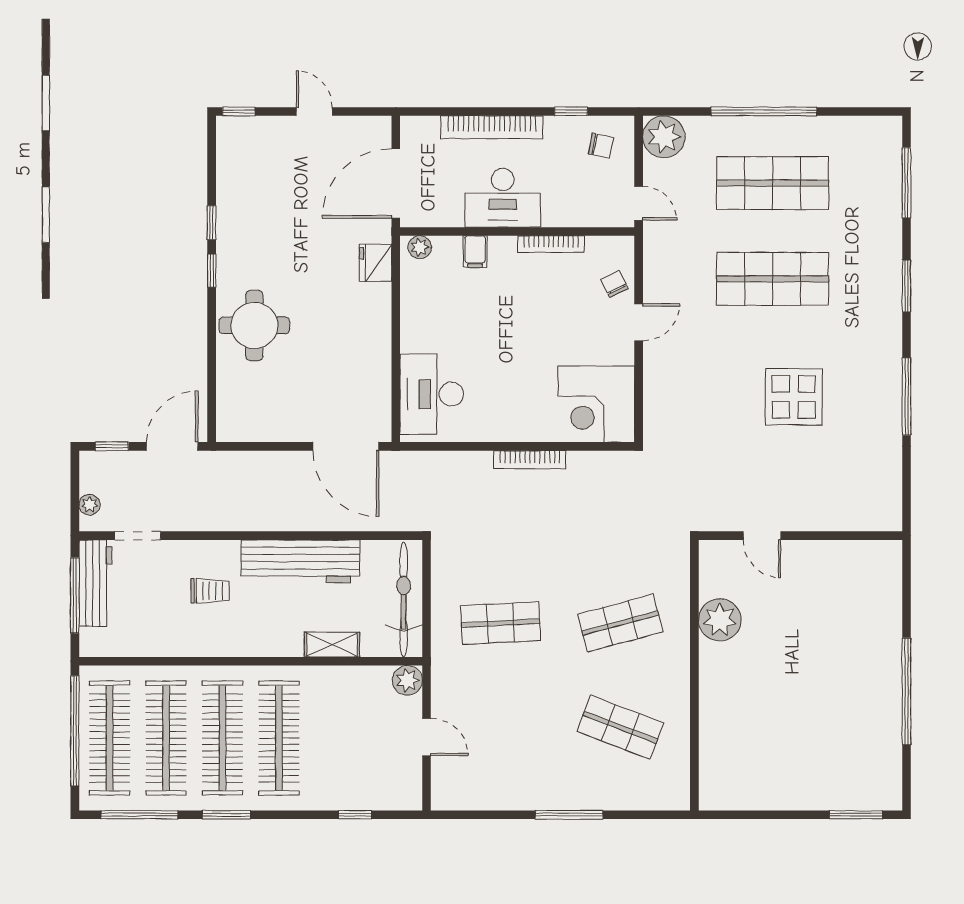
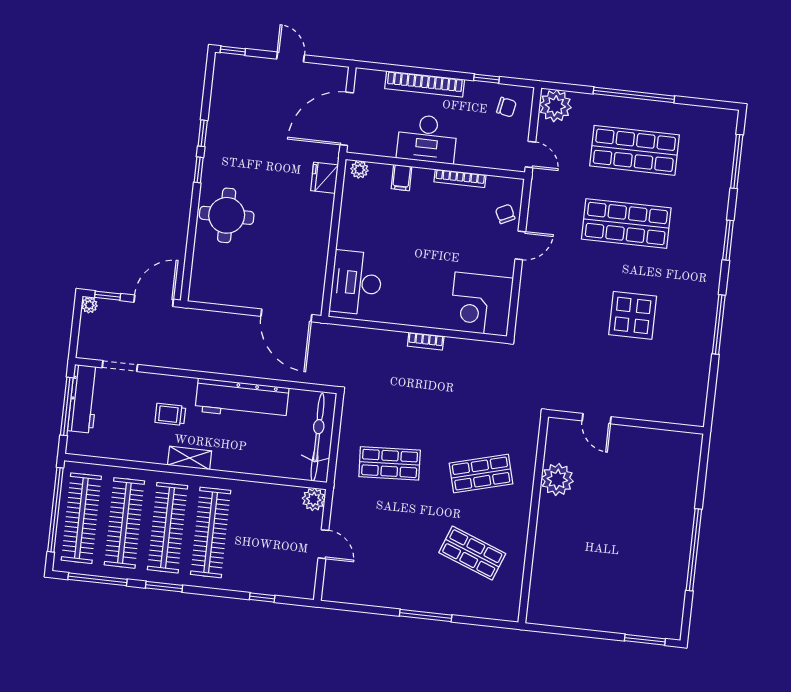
bookcase: (530, 460) -> (426, 341), width x0.64
plant: (90, 505) -> (89, 305), moved
trolley: (210, 591) -> (170, 414), turned 180
shelving: (332, 645) -> (190, 458), moved

